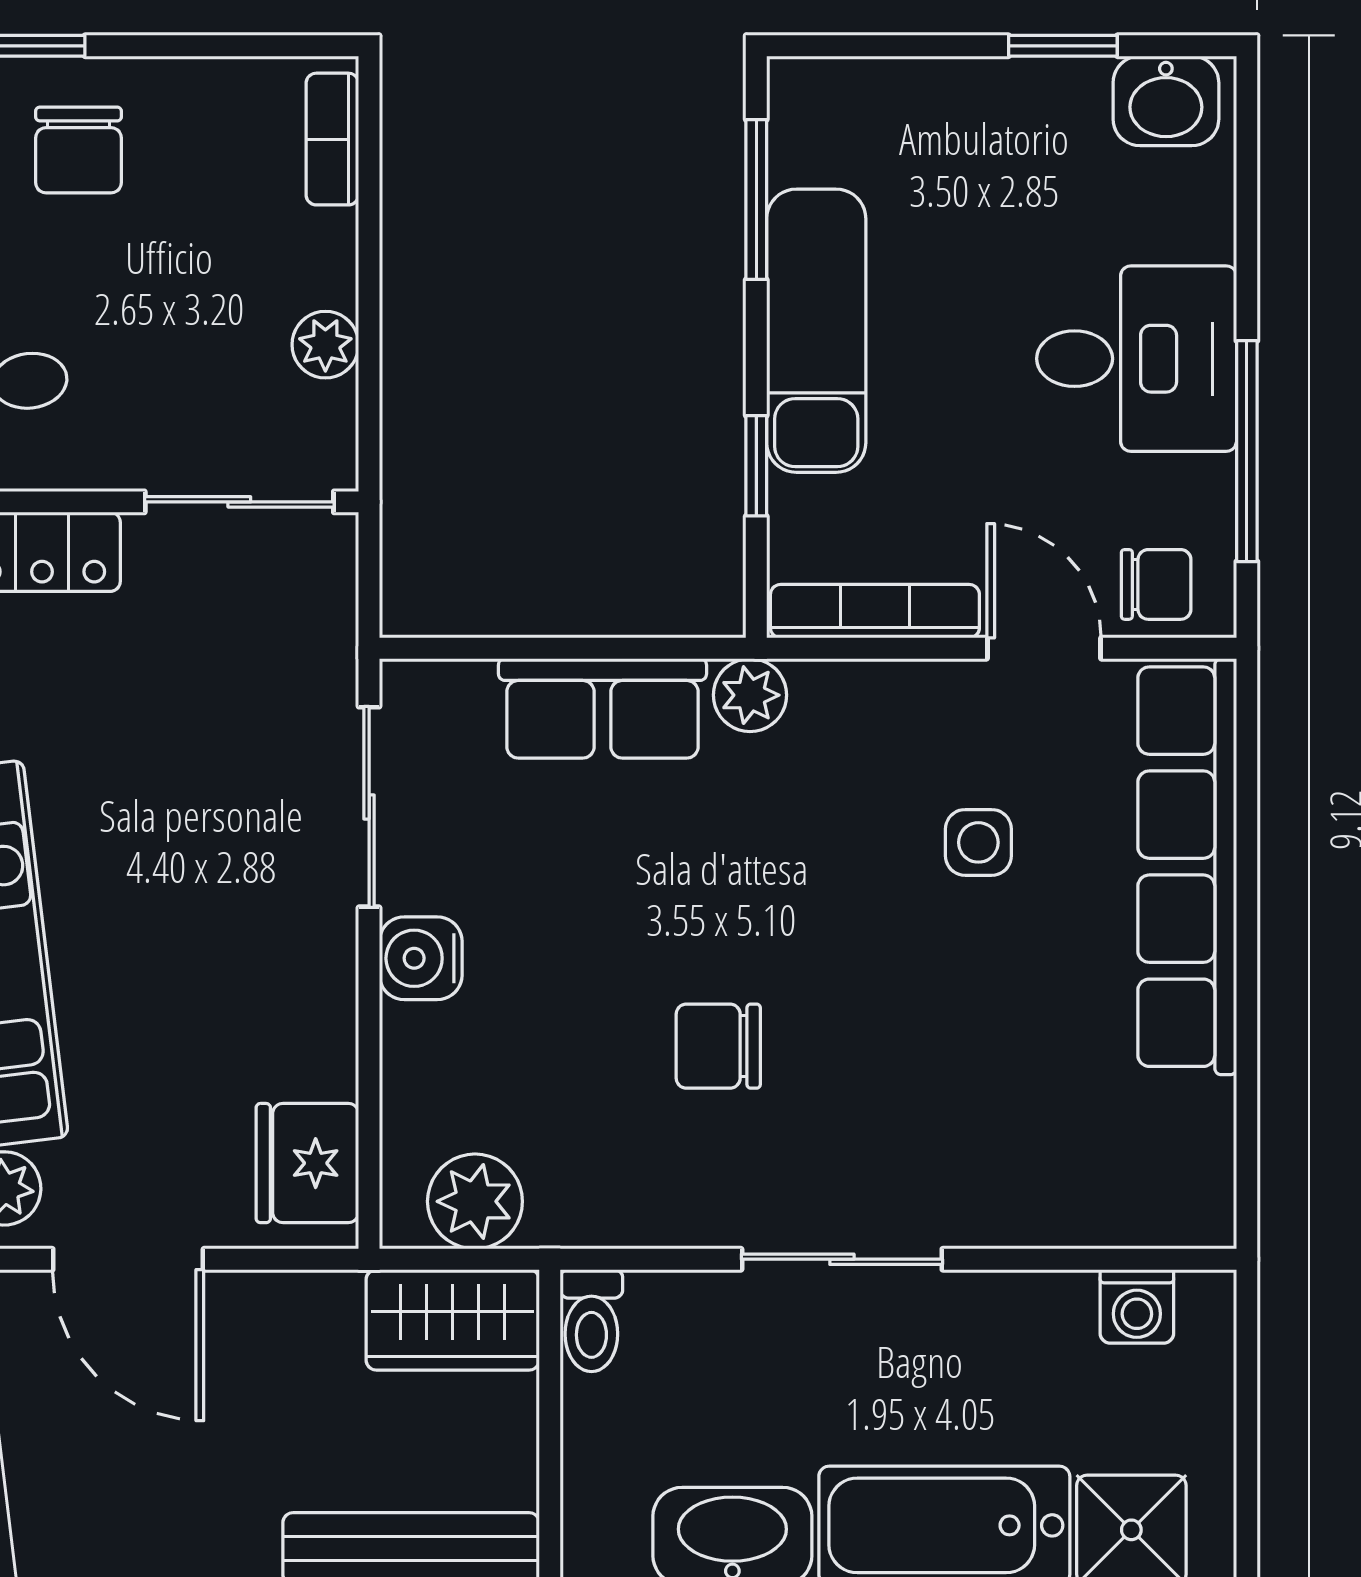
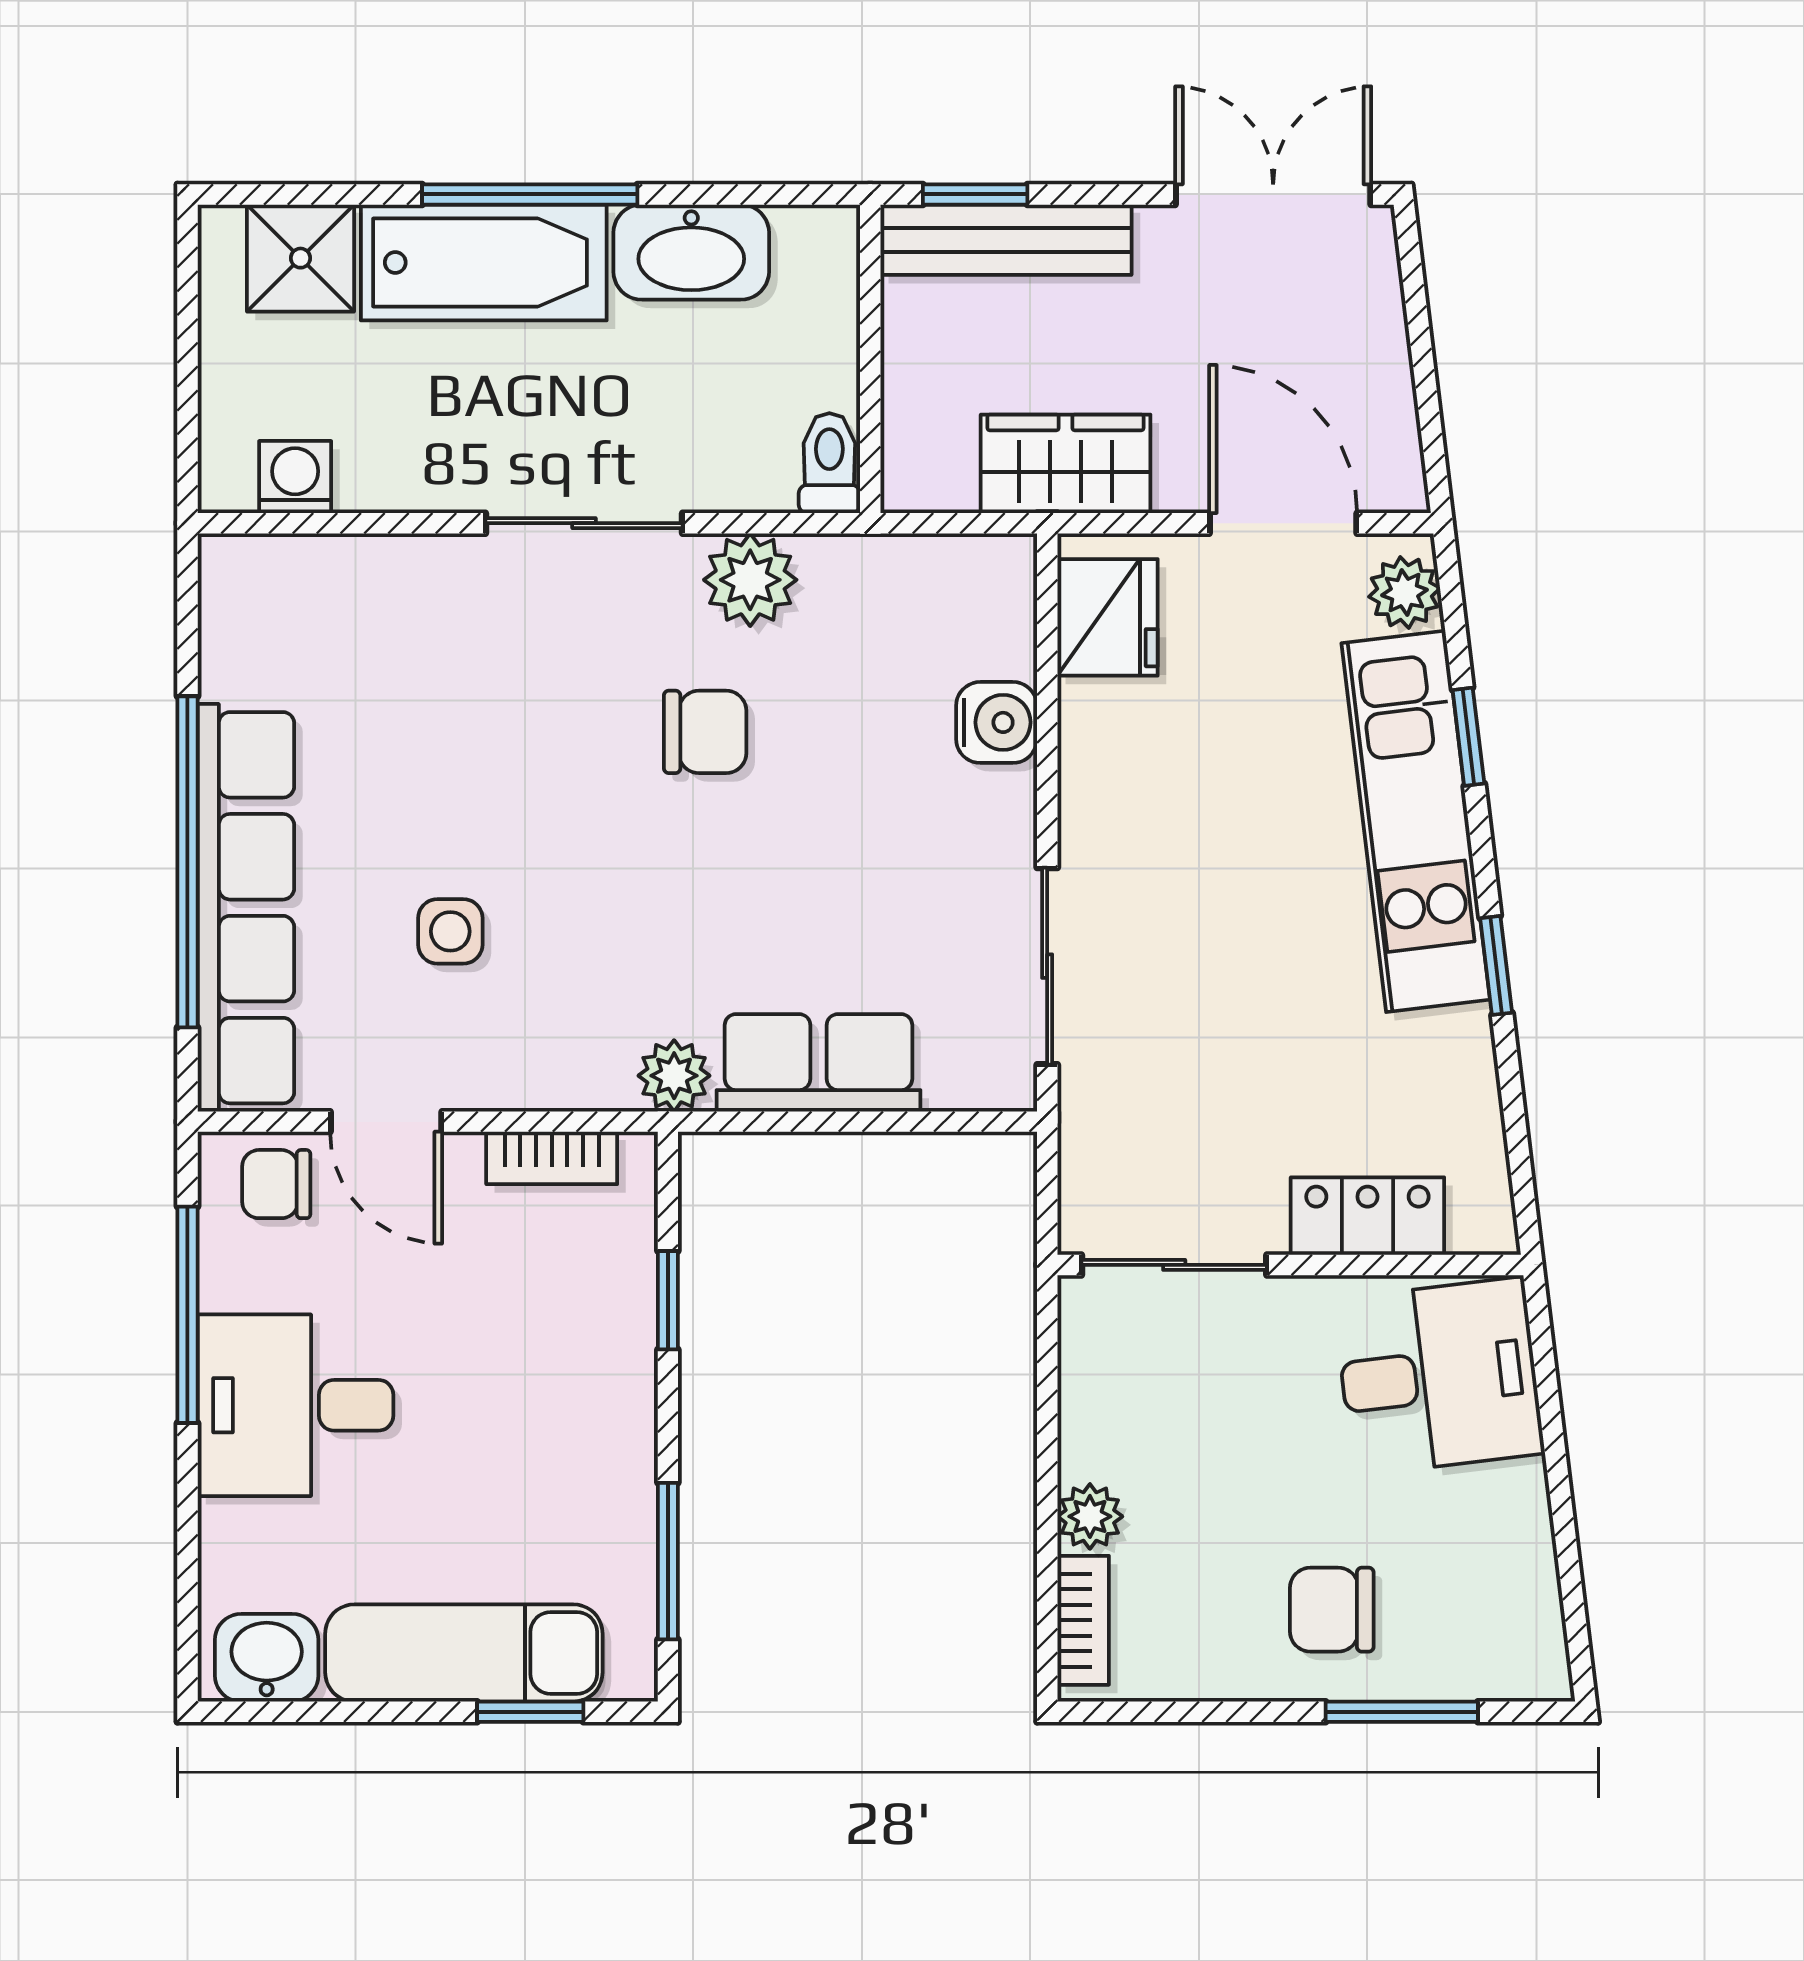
window: (1063, 46) -> (530, 1712), moved
chair: (79, 150) -> (1332, 1610), turned -90
exam couch: (816, 331) -> (464, 1653), moved, turned 90
plant: (325, 345) -> (1090, 1516), moved
bookcase: (875, 611) -> (552, 1158), width x0.64
window: (1247, 913) -> (187, 862), added
water cooler: (421, 958) -> (997, 722), moved
plant: (475, 1201) -> (750, 580), moved
wardrobe: (453, 1320) -> (1066, 464), moved

